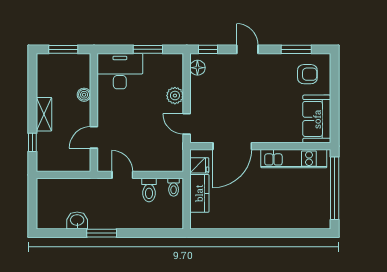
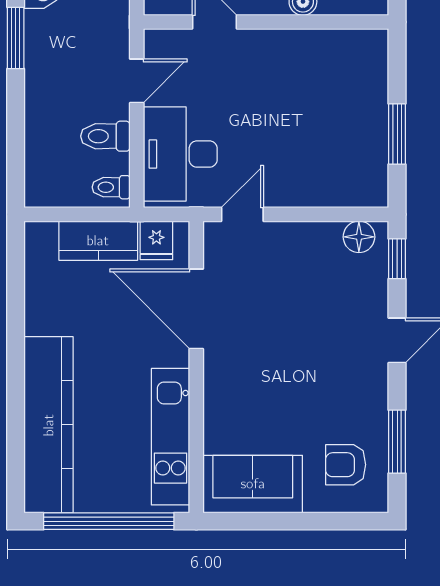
desk: (120, 71) -> (180, 154), moved, turned 180
armchair: (307, 74) -> (346, 465), turned 90
plant: (175, 96) -> (301, 190), removed
kitchen counter: (288, 217) -> (49, 425), added

